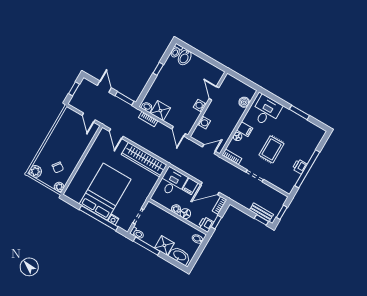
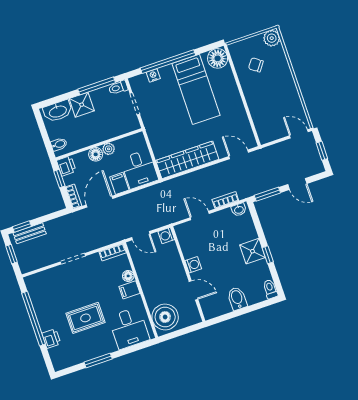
bidet: (185, 57) -> (237, 299), moved
boiler: (244, 102) -> (165, 317), width x1.86, depth x1.86
shower: (160, 111) -> (252, 251), moved
door: (89, 118) -> (299, 134), moved
washing machine: (204, 122) -> (166, 236), moved
door: (179, 131) -> (200, 216), moved
door: (209, 149) -> (141, 236), hinge flipped
rug: (272, 149) -> (85, 318), moved, turned 90
printer: (300, 167) -> (51, 339), moved
plant: (59, 187) -> (235, 49), removed
floor lamp: (73, 192) -> (218, 58), added
bed: (105, 192) -> (196, 89), width x0.67

